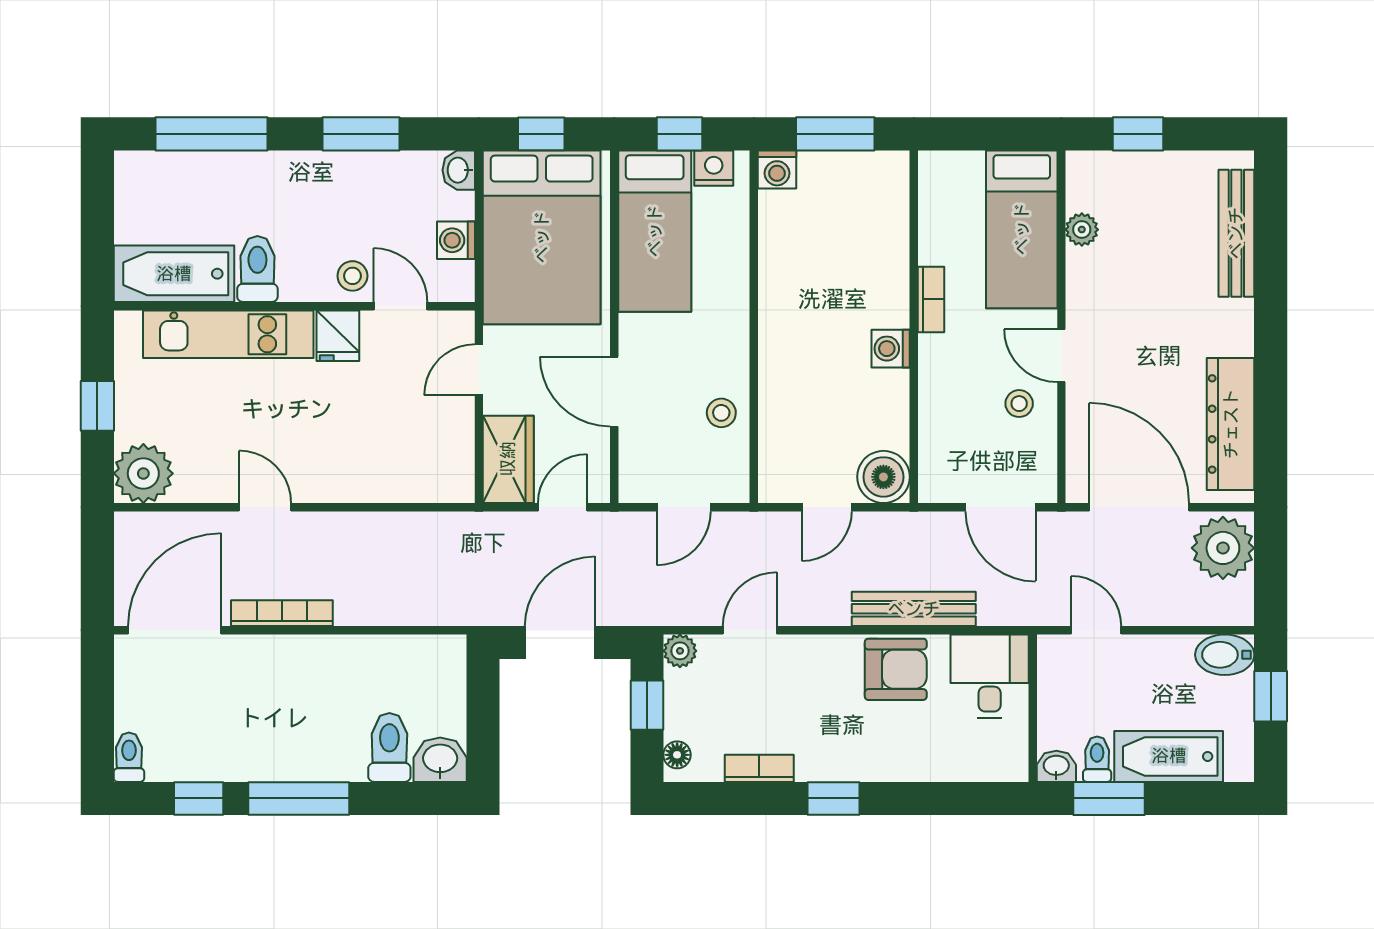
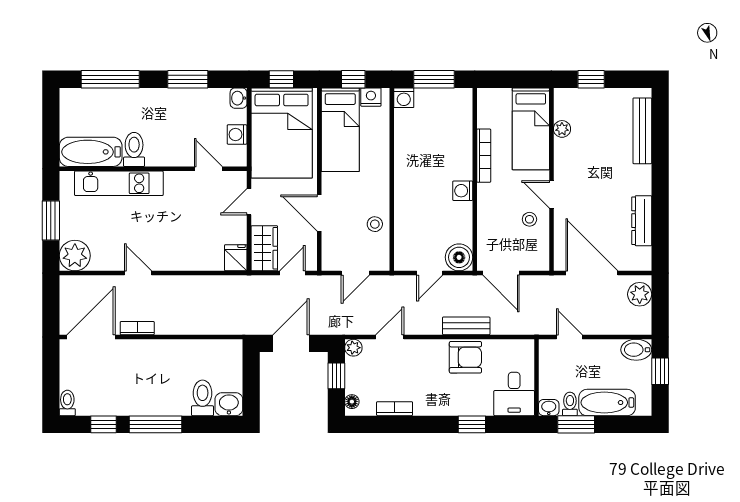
stool: (352, 276) -> (183, 153), removed
bookcase: (931, 299) -> (484, 156), width x1.56
fridge: (338, 336) -> (236, 258), moved, turned 180
window: (97, 406) -> (51, 220), width x1.50
dresser: (1231, 424) -> (642, 221), width x0.73, depth x0.80
door: (1000, 507) -> (501, 273), moved
plant: (1223, 548) -> (640, 294), width x0.73, depth x0.73
bench: (914, 609) -> (466, 326), width x0.73
bookcase: (282, 613) -> (137, 328), width x0.64
desk: (990, 676) -> (514, 394), moved, turned 180
window: (833, 798) -> (472, 424), moved

